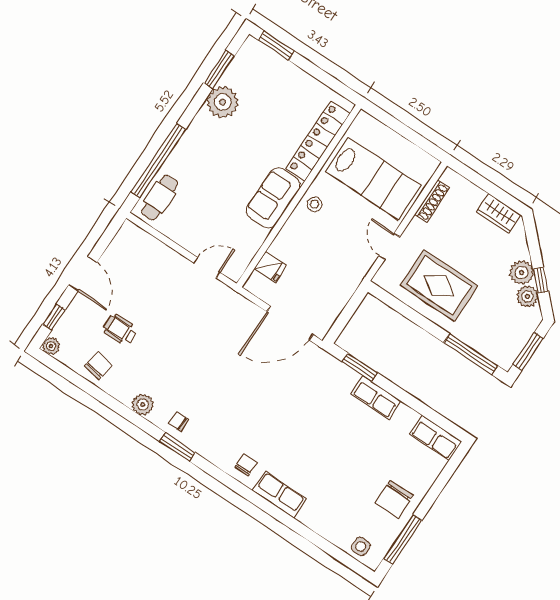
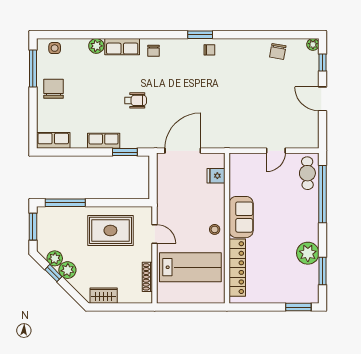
lab bench: (373, 178) -> (190, 267), turned 180
door: (207, 268) -> (276, 151), moved
wheelchair: (120, 330) -> (136, 100), moved
plant: (143, 405) -> (96, 46), moved

